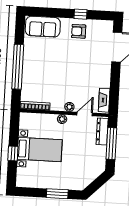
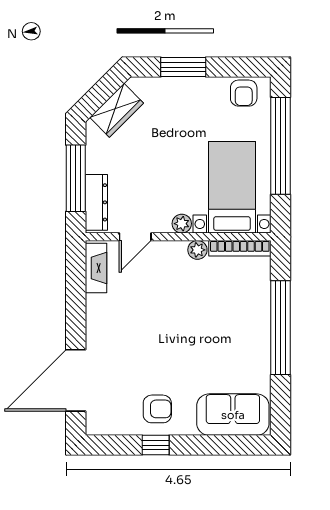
plant: (69, 107) -> (197, 250), moved
bed with nightstands: (40, 149) -> (232, 187), moved, turned 90
window: (13, 153) -> (280, 146), width x3.17
wardrobe: (90, 175) -> (117, 110), added
armchair: (29, 180) -> (244, 93), added

